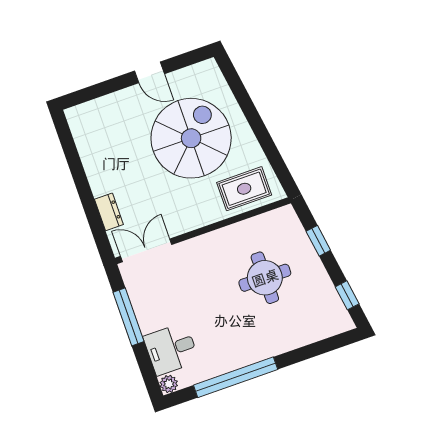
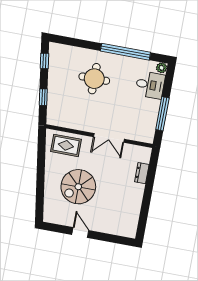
spiral stairs: (191, 138) -> (78, 187), width x0.73, depth x0.73
double door: (146, 250) -> (109, 138), moved
round table: (265, 278) -> (94, 79), moved

